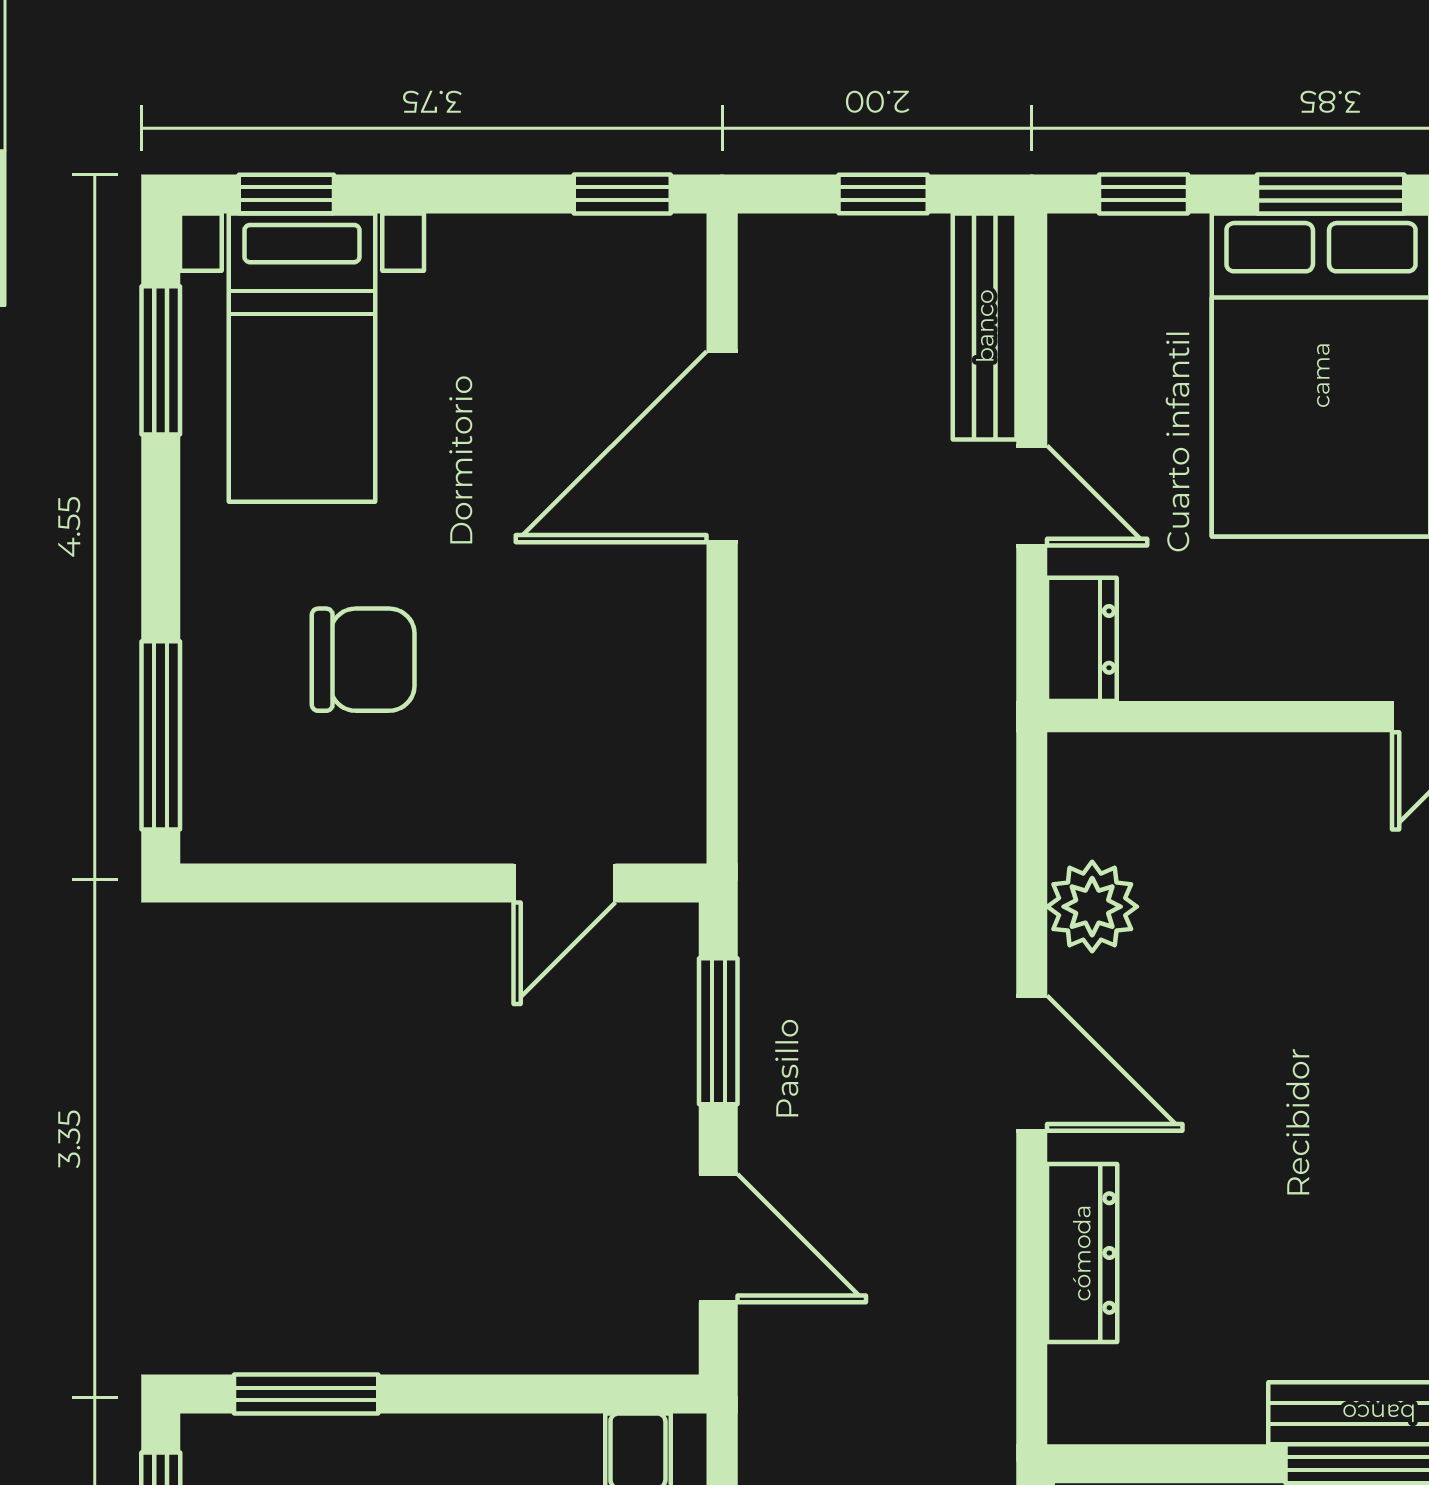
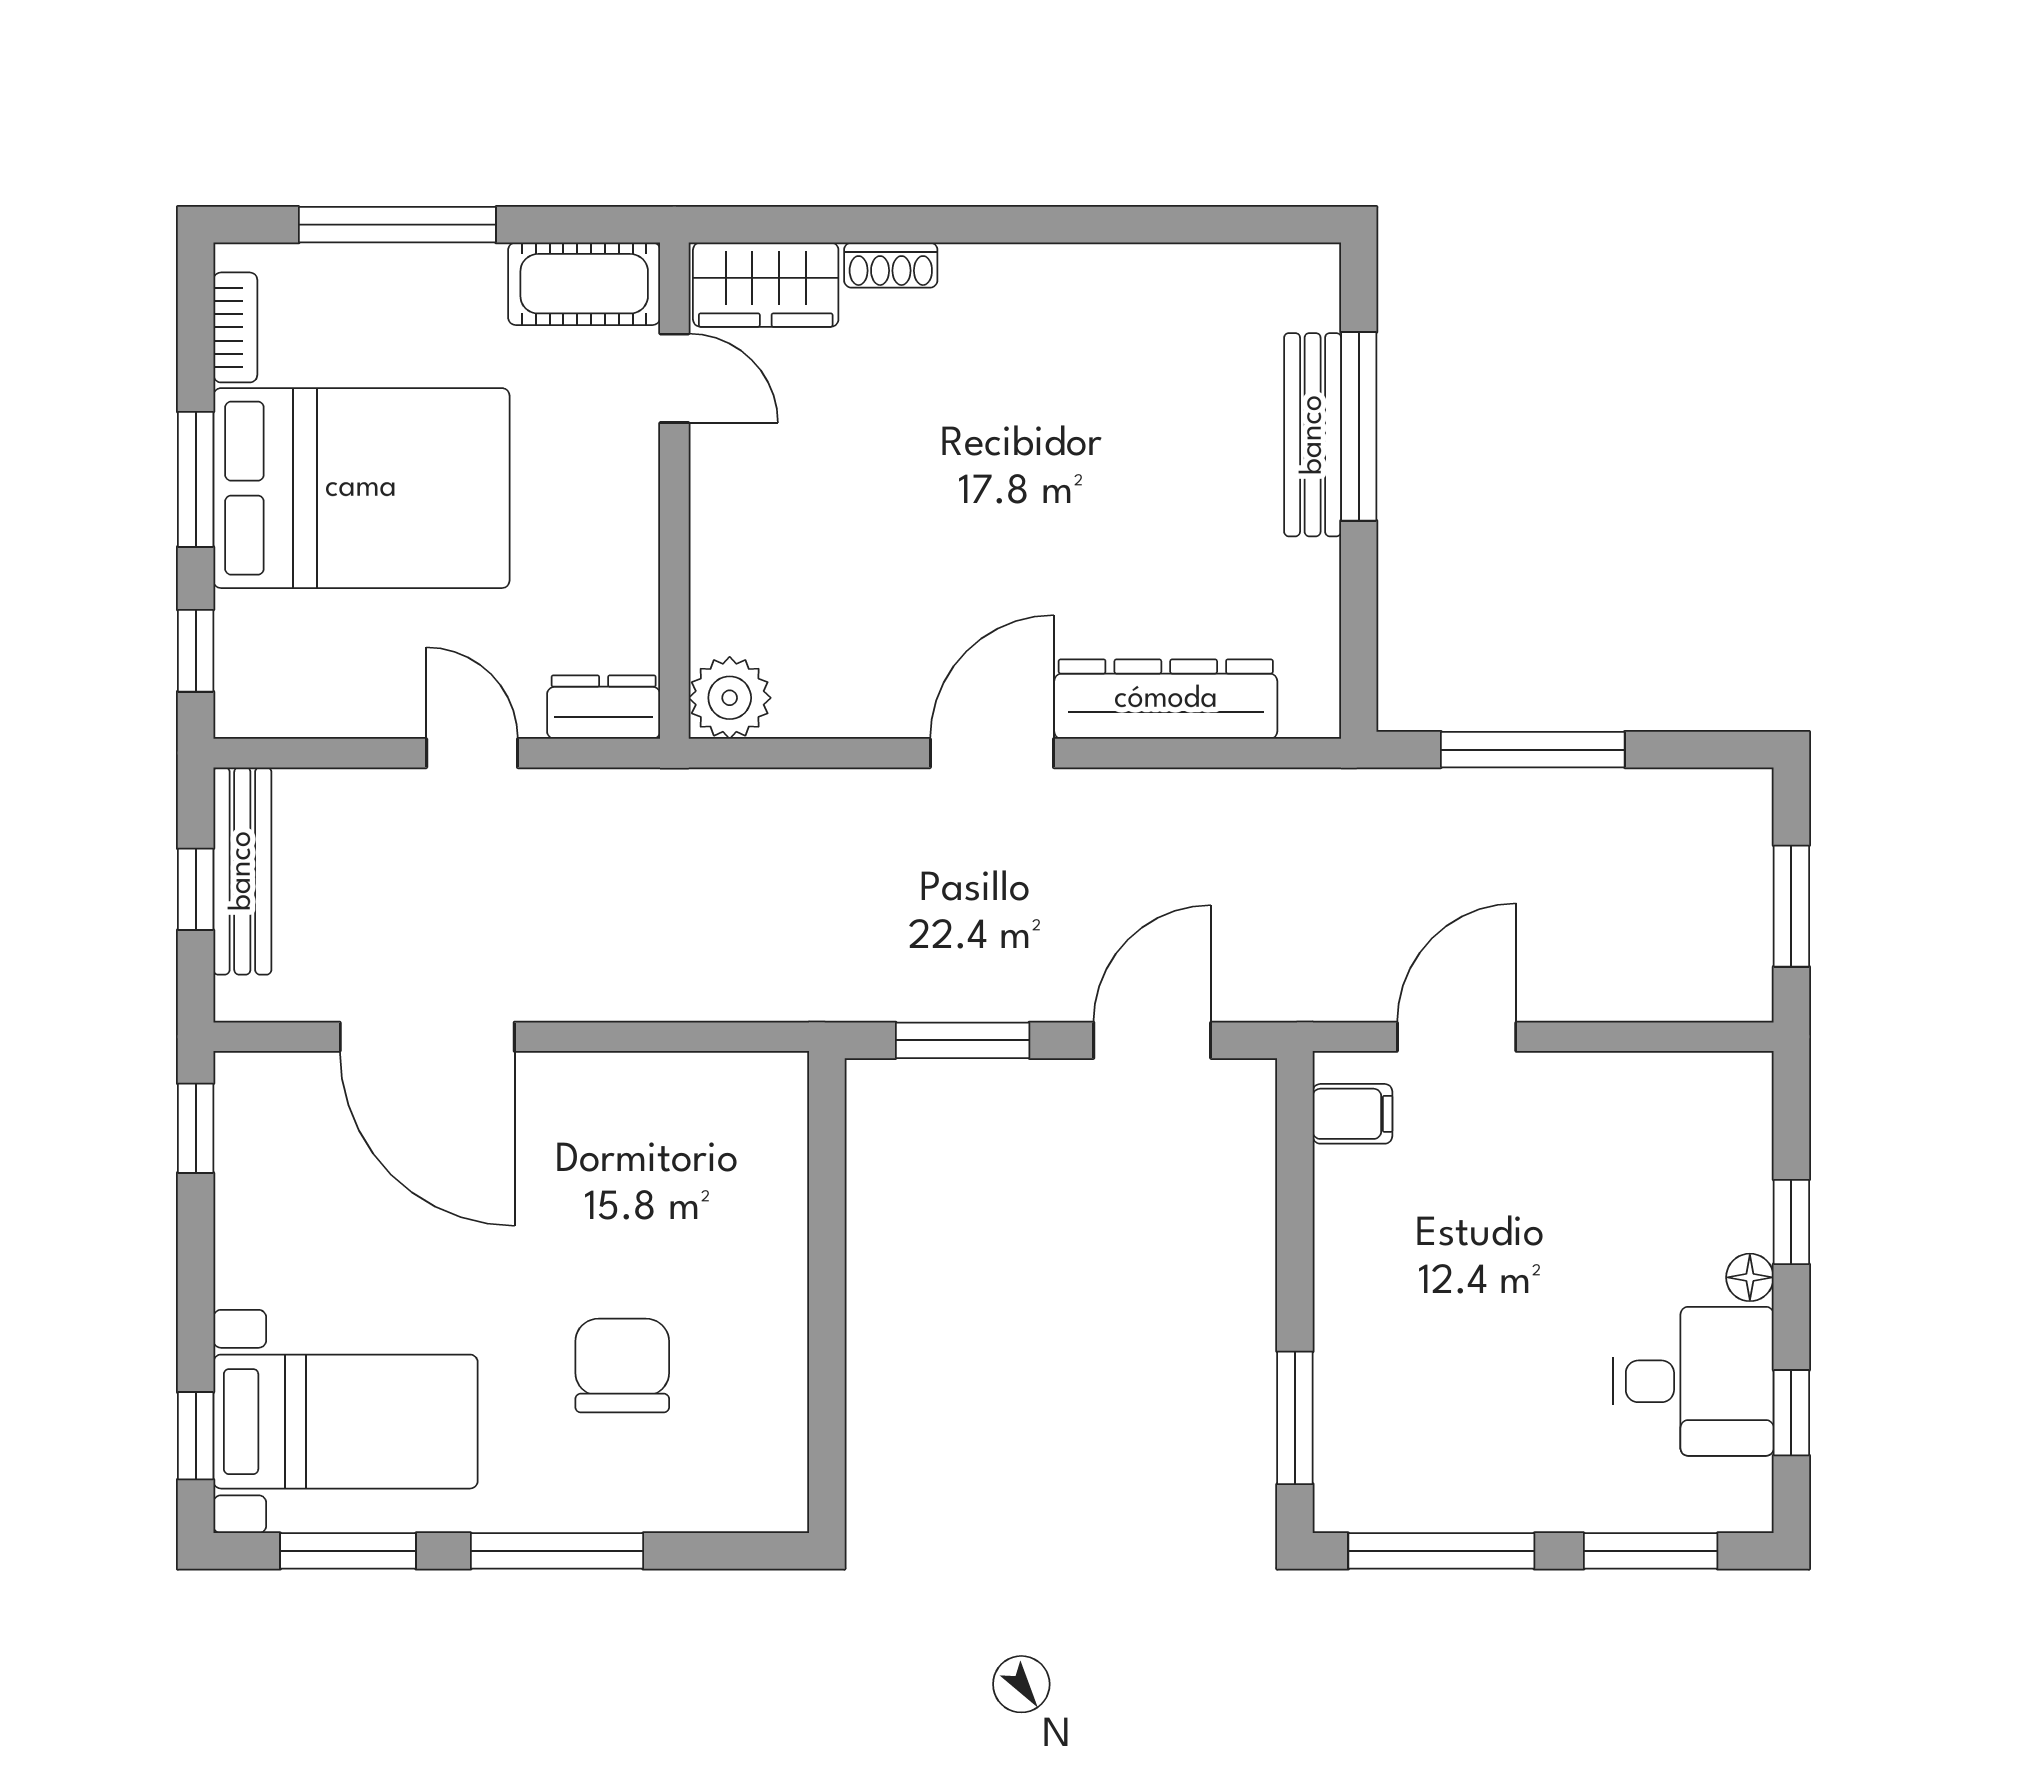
bench: (985, 326) -> (242, 871), moved, turned 90
door: (1032, 496) -> (472, 753), hinge flipped
window: (161, 735) -> (557, 1551), moved
door: (564, 883) -> (827, 1181), removed
plant: (1092, 907) -> (730, 698), moved
dresser: (1082, 1253) -> (1166, 699), width x1.37, depth x1.24

